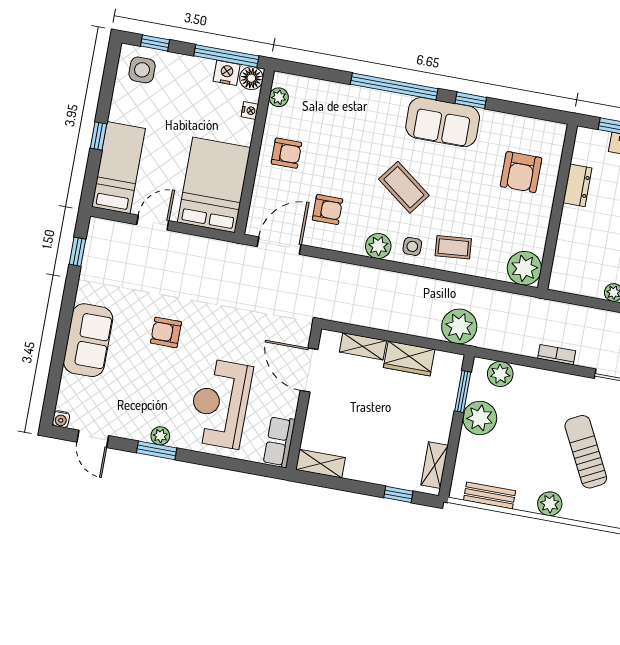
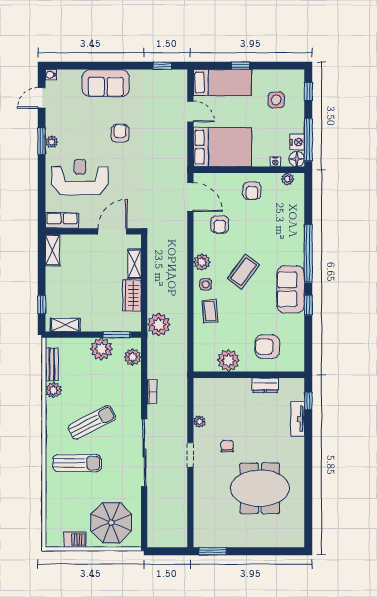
side table: (142, 70) -> (276, 100), moved
plant: (524, 268) -> (228, 360), moved
plant: (550, 504) -> (53, 390), moved

